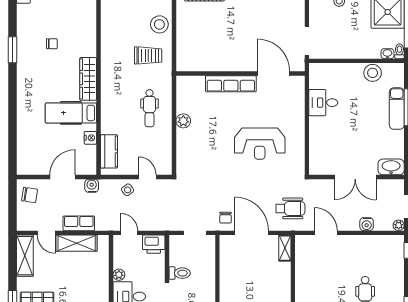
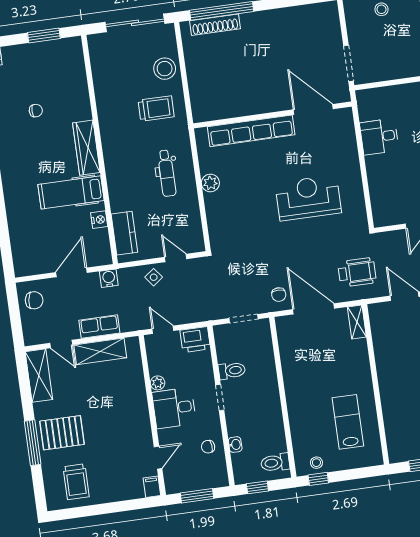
row of seats: (231, 84) -> (251, 131), width x1.36
reception desk: (260, 144) -> (308, 198), turned 180

